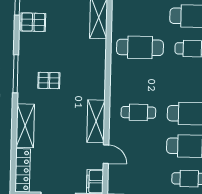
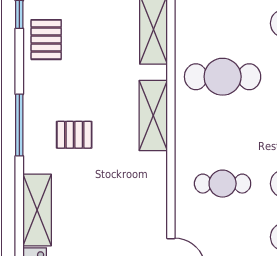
pallet: (33, 22) -> (46, 40), turned 90
shelving: (96, 121) -> (153, 115), moved

